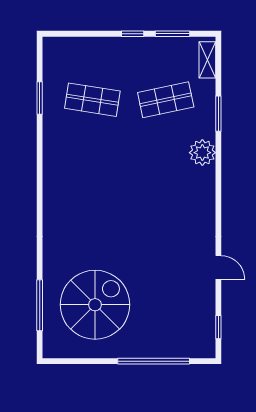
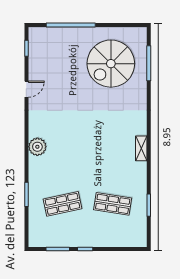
shelving: (207, 60) -> (141, 148), moved
plant: (202, 153) -> (37, 147), moved
door: (218, 267) -> (26, 89), swing flipped

